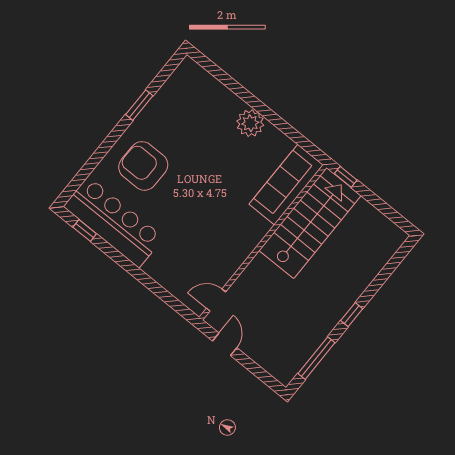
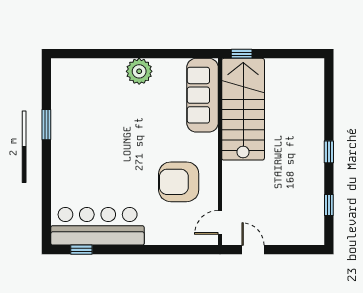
armchair: (143, 166) -> (179, 182), moved
window: (316, 358) -> (329, 205), width x0.46

